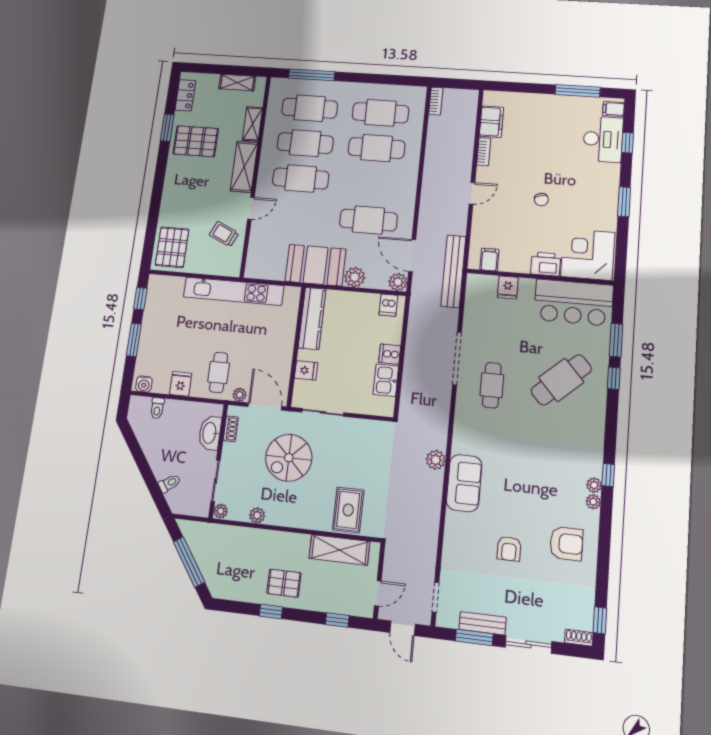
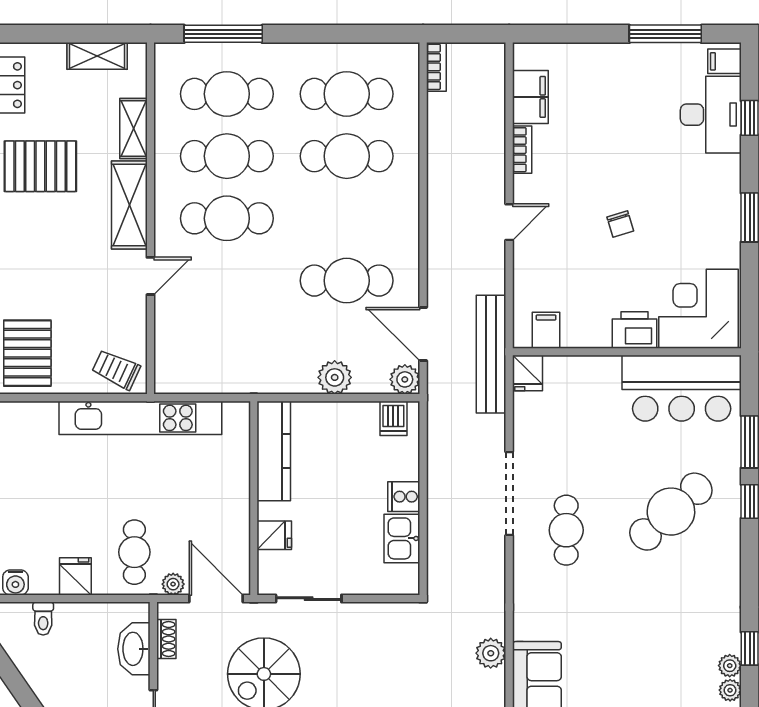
trolley: (224, 234) -> (116, 370), moved
booth: (316, 265) -> (269, 363), removed
fridge: (508, 287) -> (528, 373), moved

